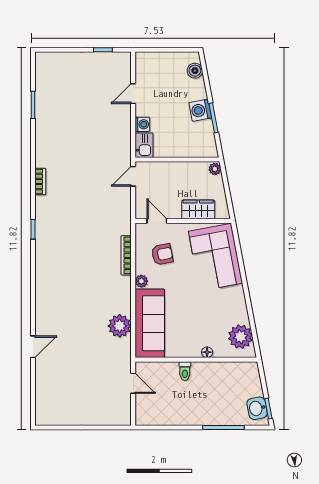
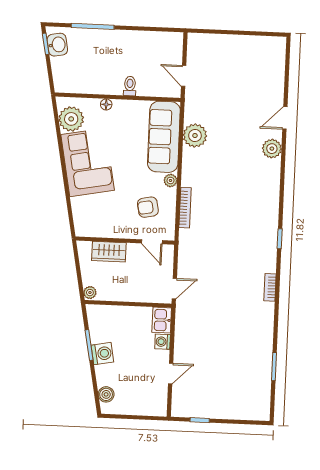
corner sofa: (216, 257) -> (88, 162), moved
plant: (44, 316) -> (272, 149), added

